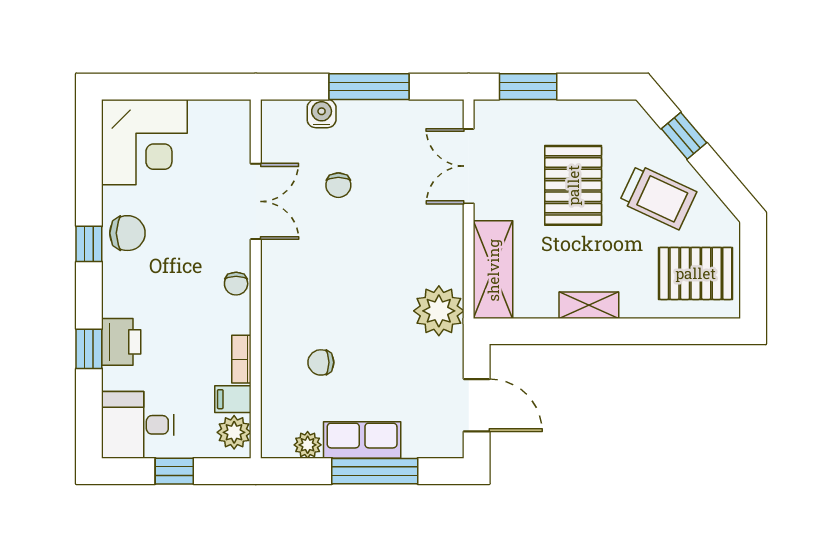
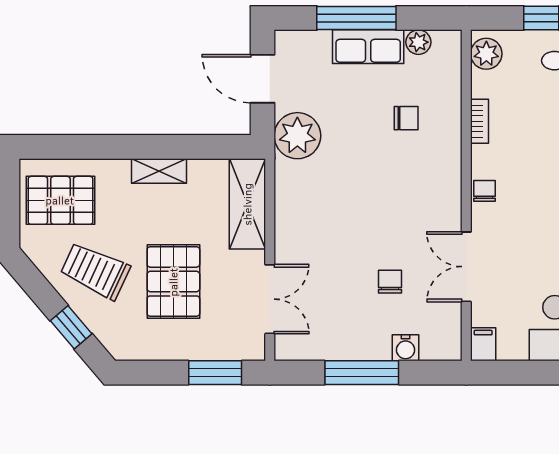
plant: (439, 311) -> (297, 136), moved
filing cabinet: (233, 399) -> (483, 344), moved, turned -90

